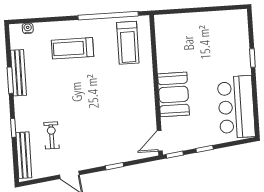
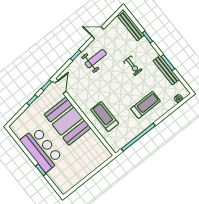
treadmill: (128, 43) -> (105, 117), moved
booth: (173, 94) -> (68, 121), width x1.36, depth x1.42
bar counter: (236, 107) -> (41, 149), moved
exercise bike: (52, 135) -> (133, 66), moved
weight bench: (93, 145) -> (96, 59), added

